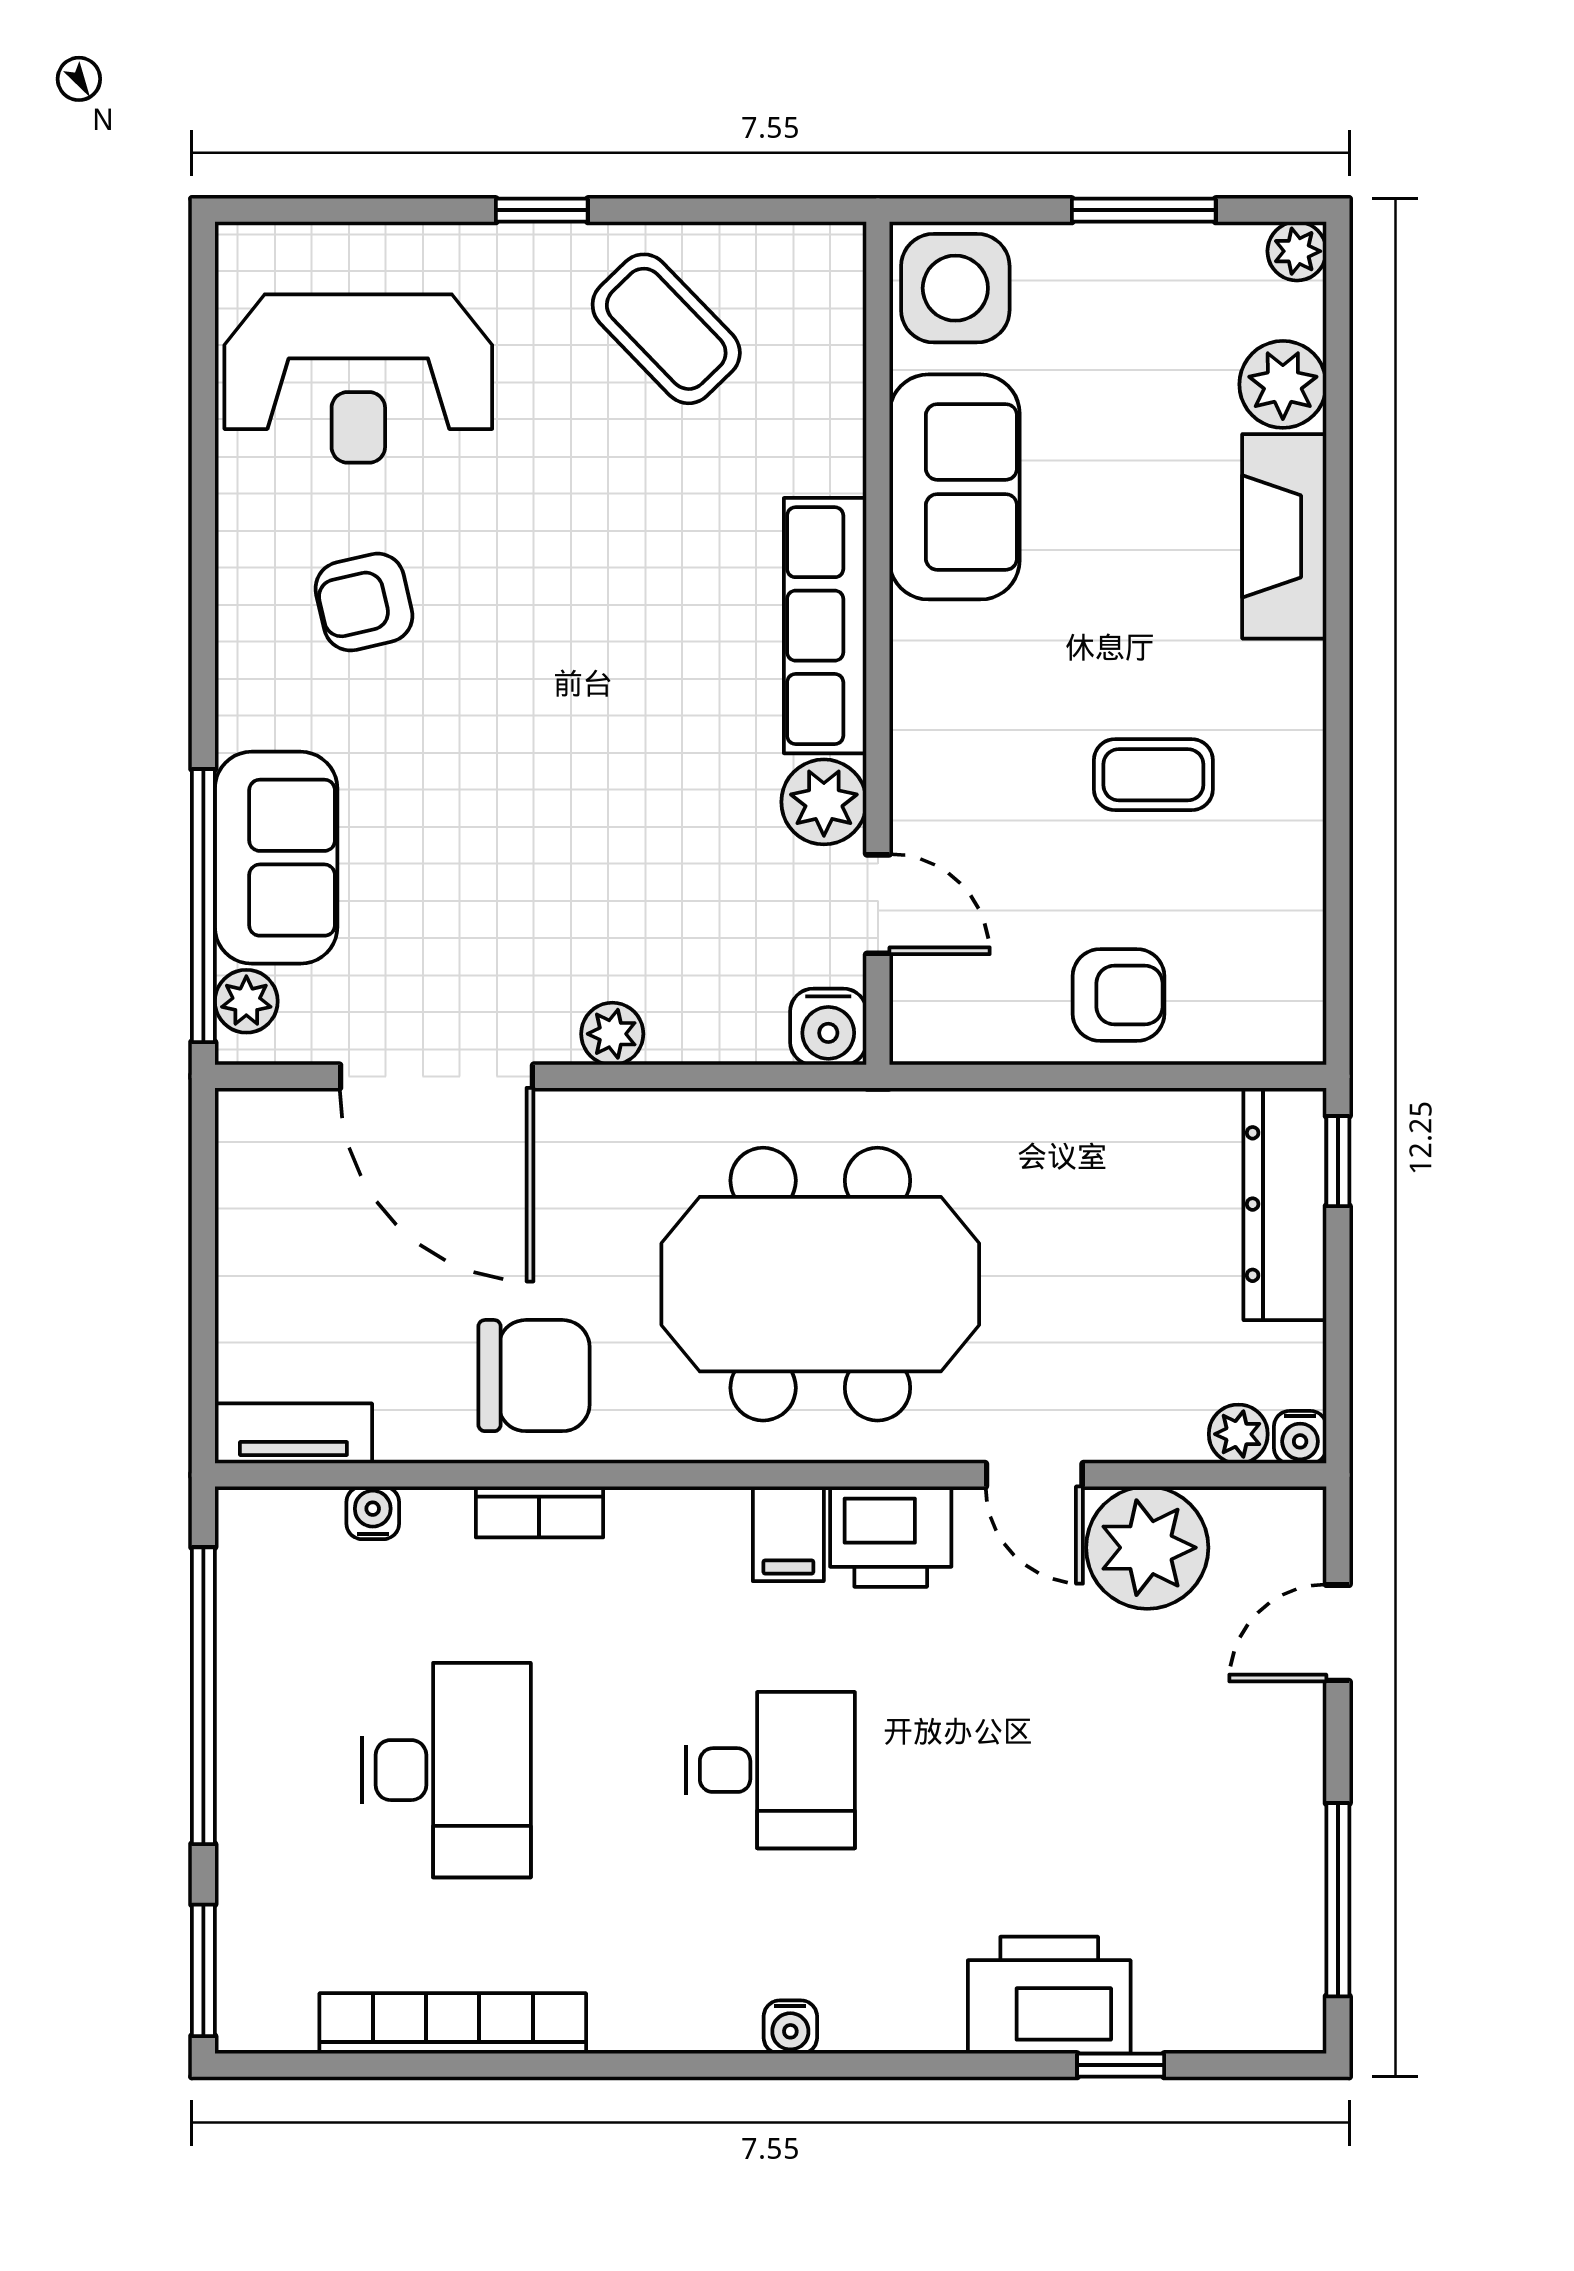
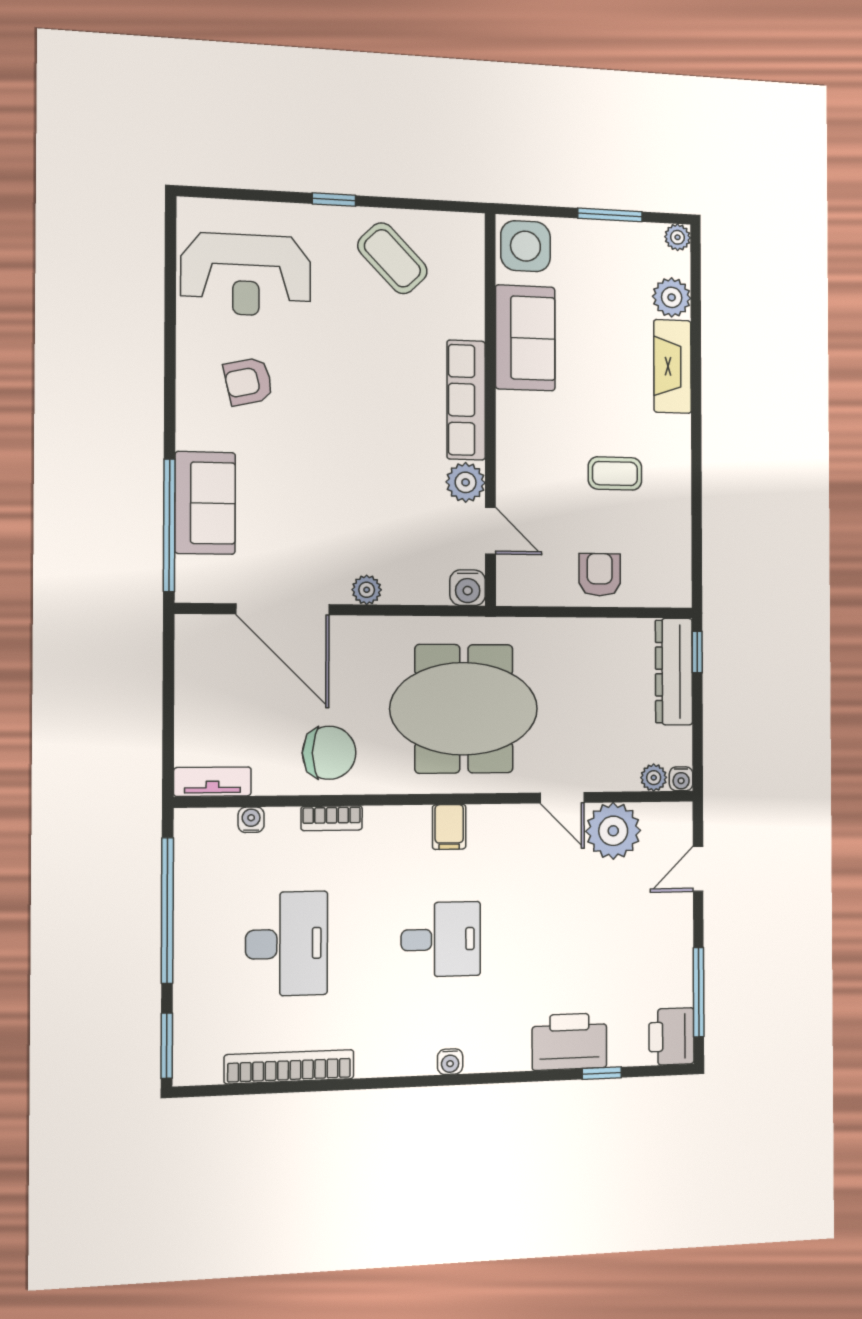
armchair: (1118, 995) -> (600, 575), turned -90
plant: (246, 1001) -> (190, 572), removed
printer: (891, 1537) -> (671, 1036), moved, turned 90

